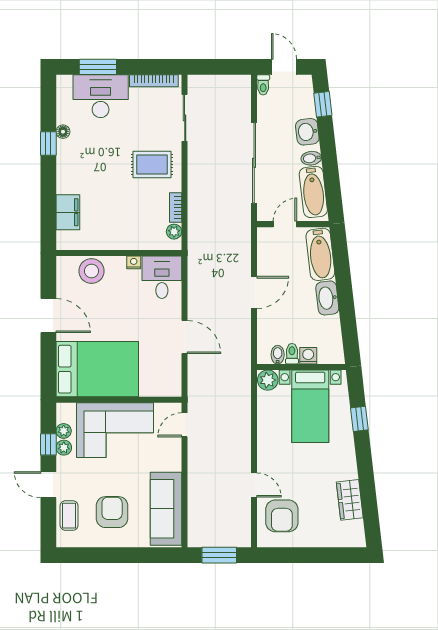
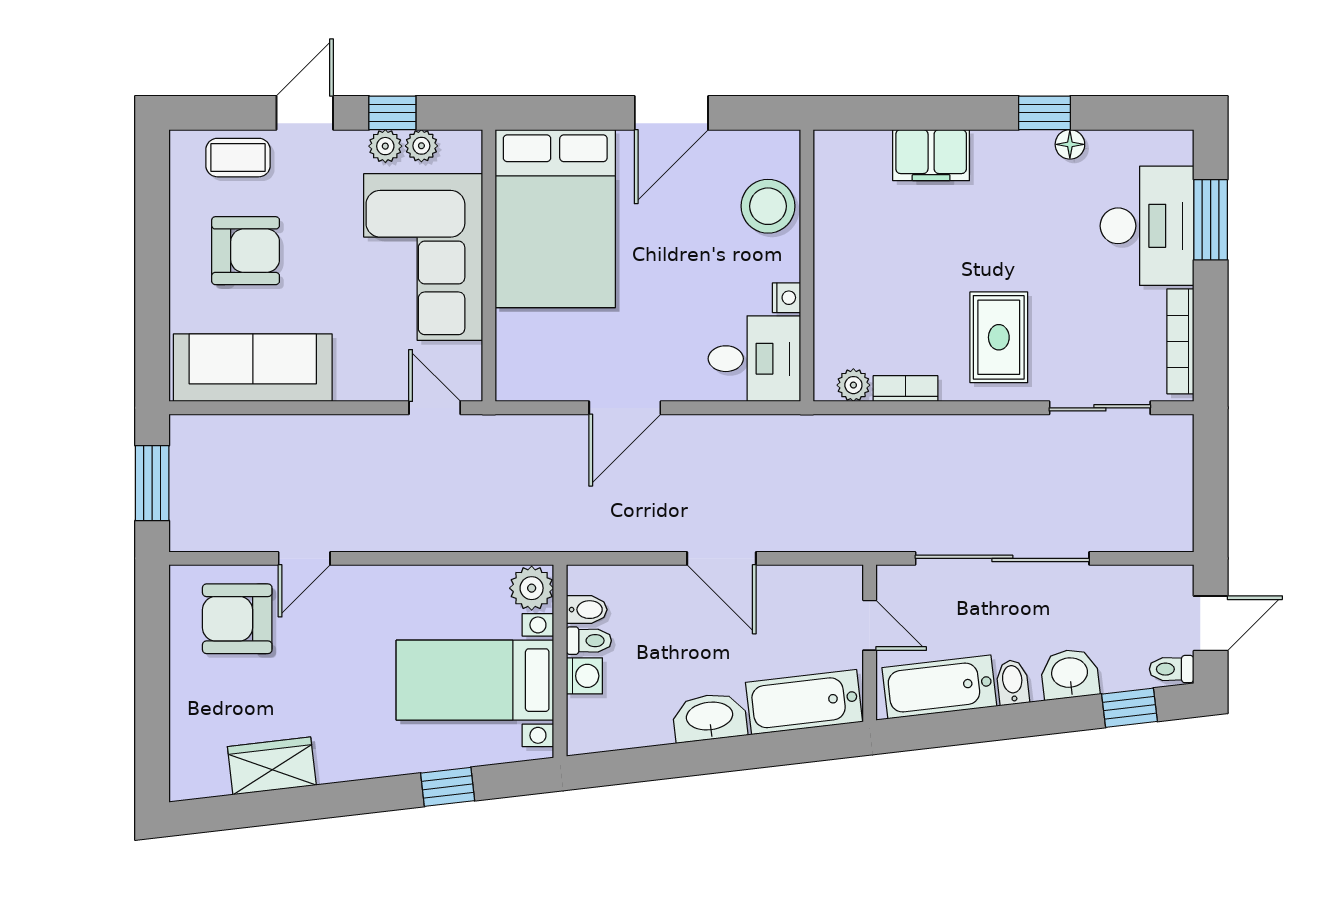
toilet: (263, 85) -> (1172, 669), moved
filing cabinet: (68, 212) -> (931, 155), moved

